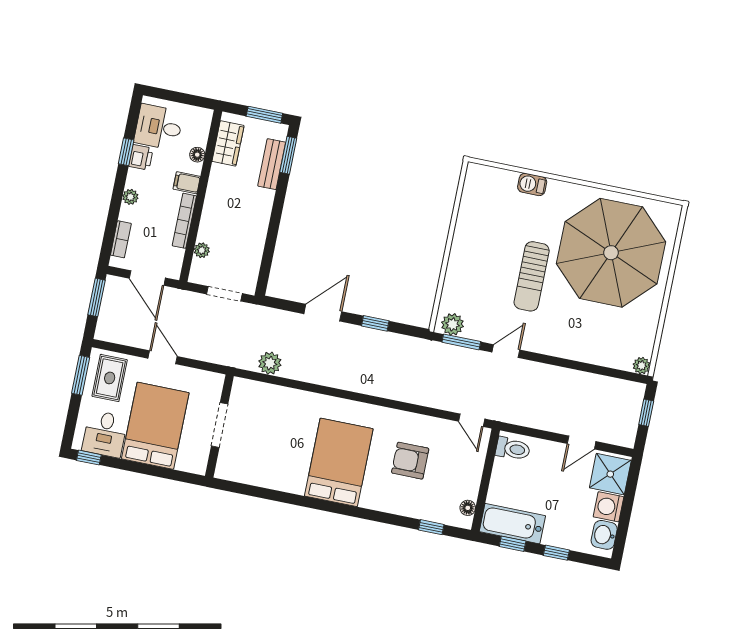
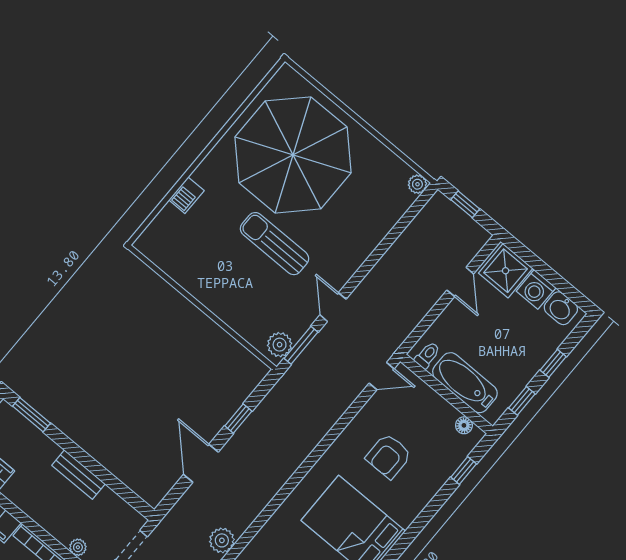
bench: (272, 164) -> (79, 475), moved
sun lounger: (532, 276) -> (274, 244), turned 180
toilet: (513, 449) -> (427, 355), width x0.73, depth x0.72
bathtub: (512, 524) -> (465, 383), moved, turned 90

